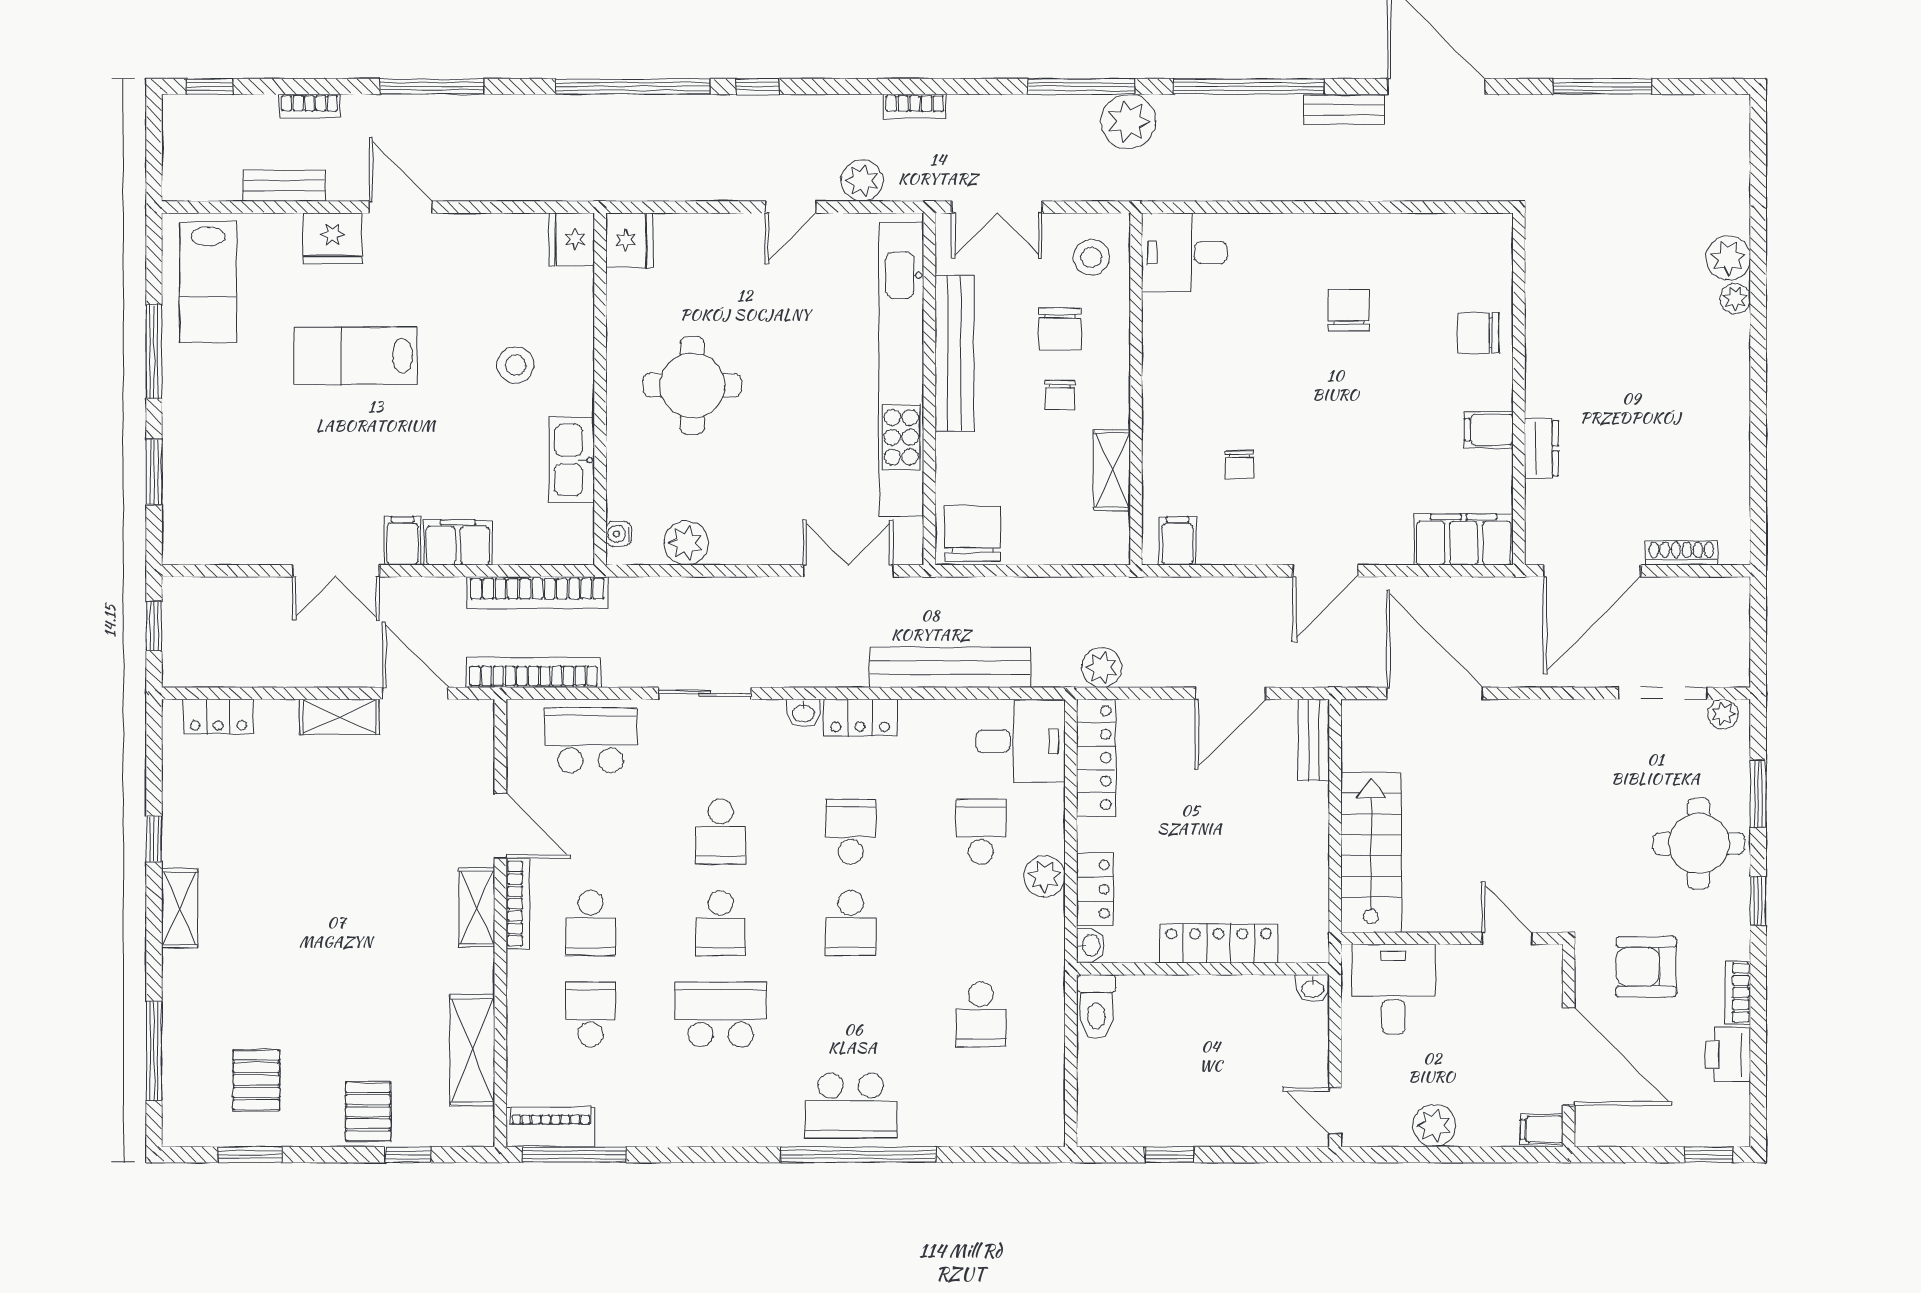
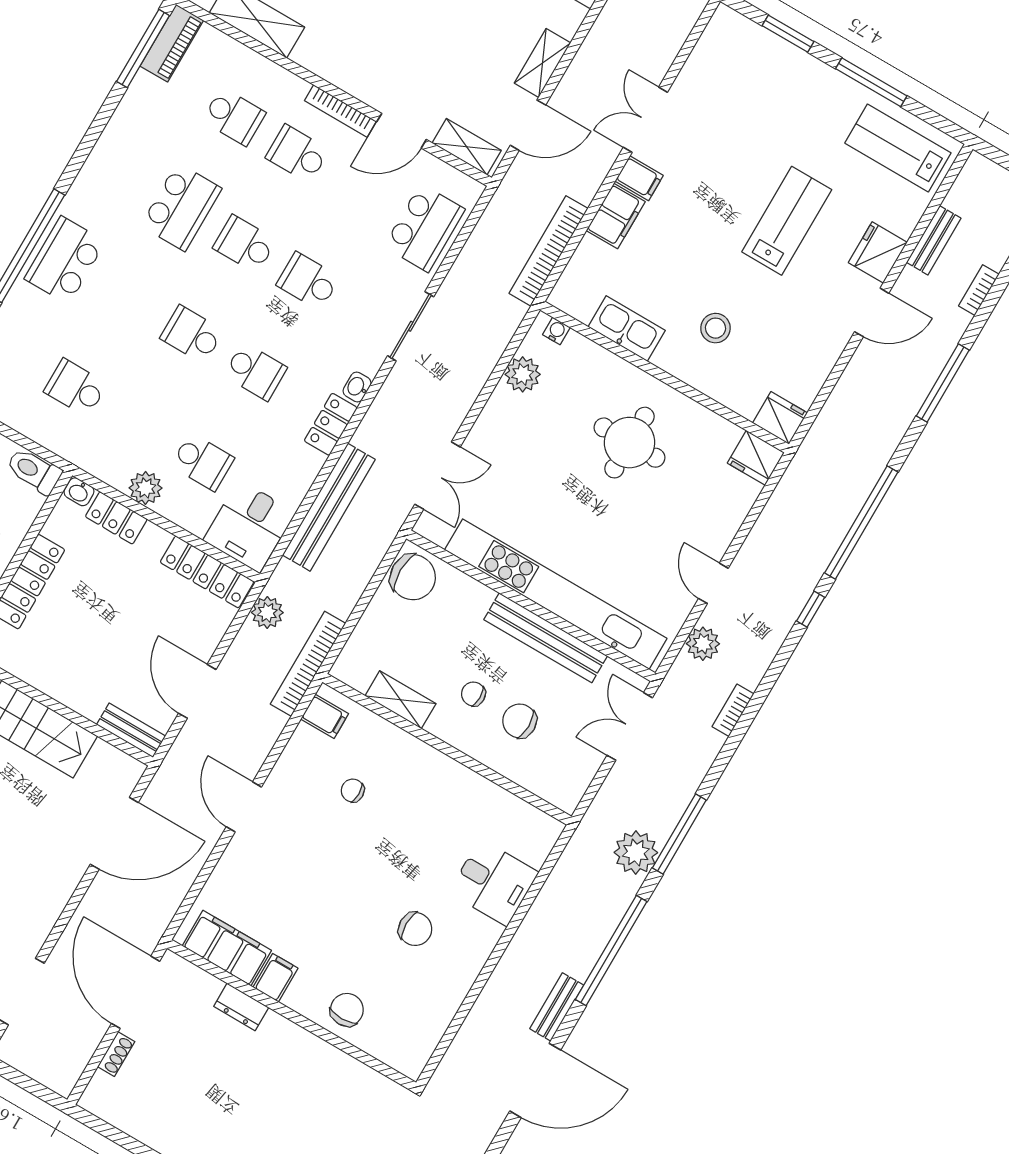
desk: (1184, 252) -> (494, 882), moved, turned 90
stool: (1091, 257) -> (557, 772), removed
filing cabinet: (1464, 539) -> (227, 948), moved, turned -90
shoe rack: (1681, 553) -> (116, 1054), width x0.70
bookcase: (533, 672) -> (308, 664), moved, turned 180
shelving: (477, 907) -> (467, 147), moved

